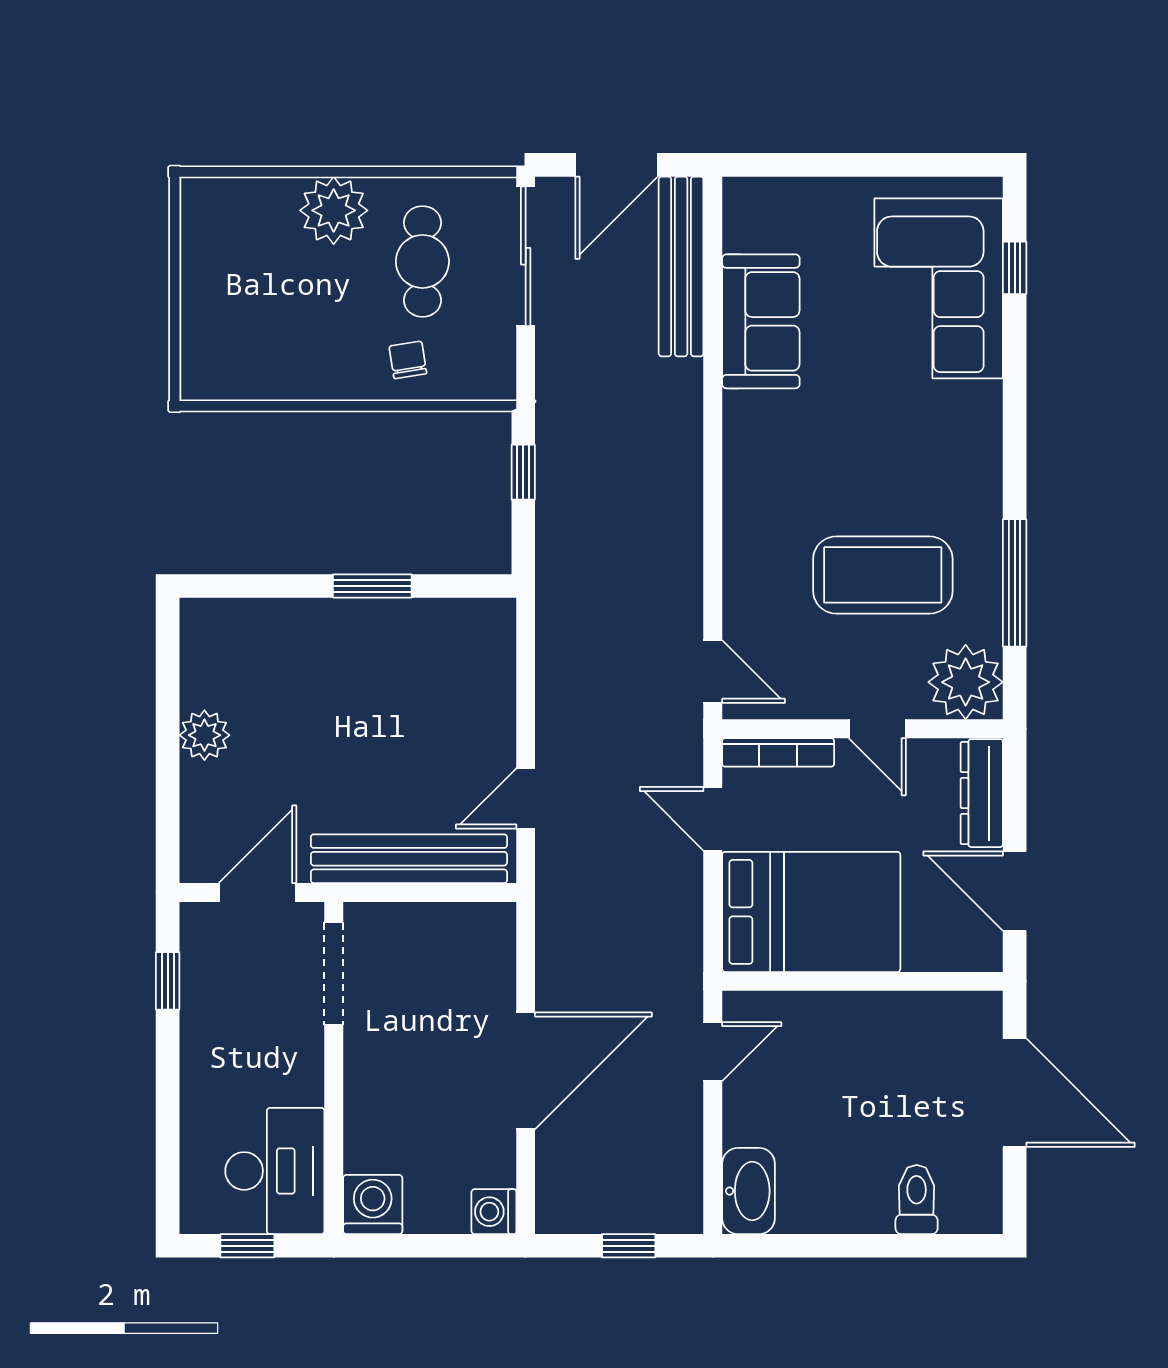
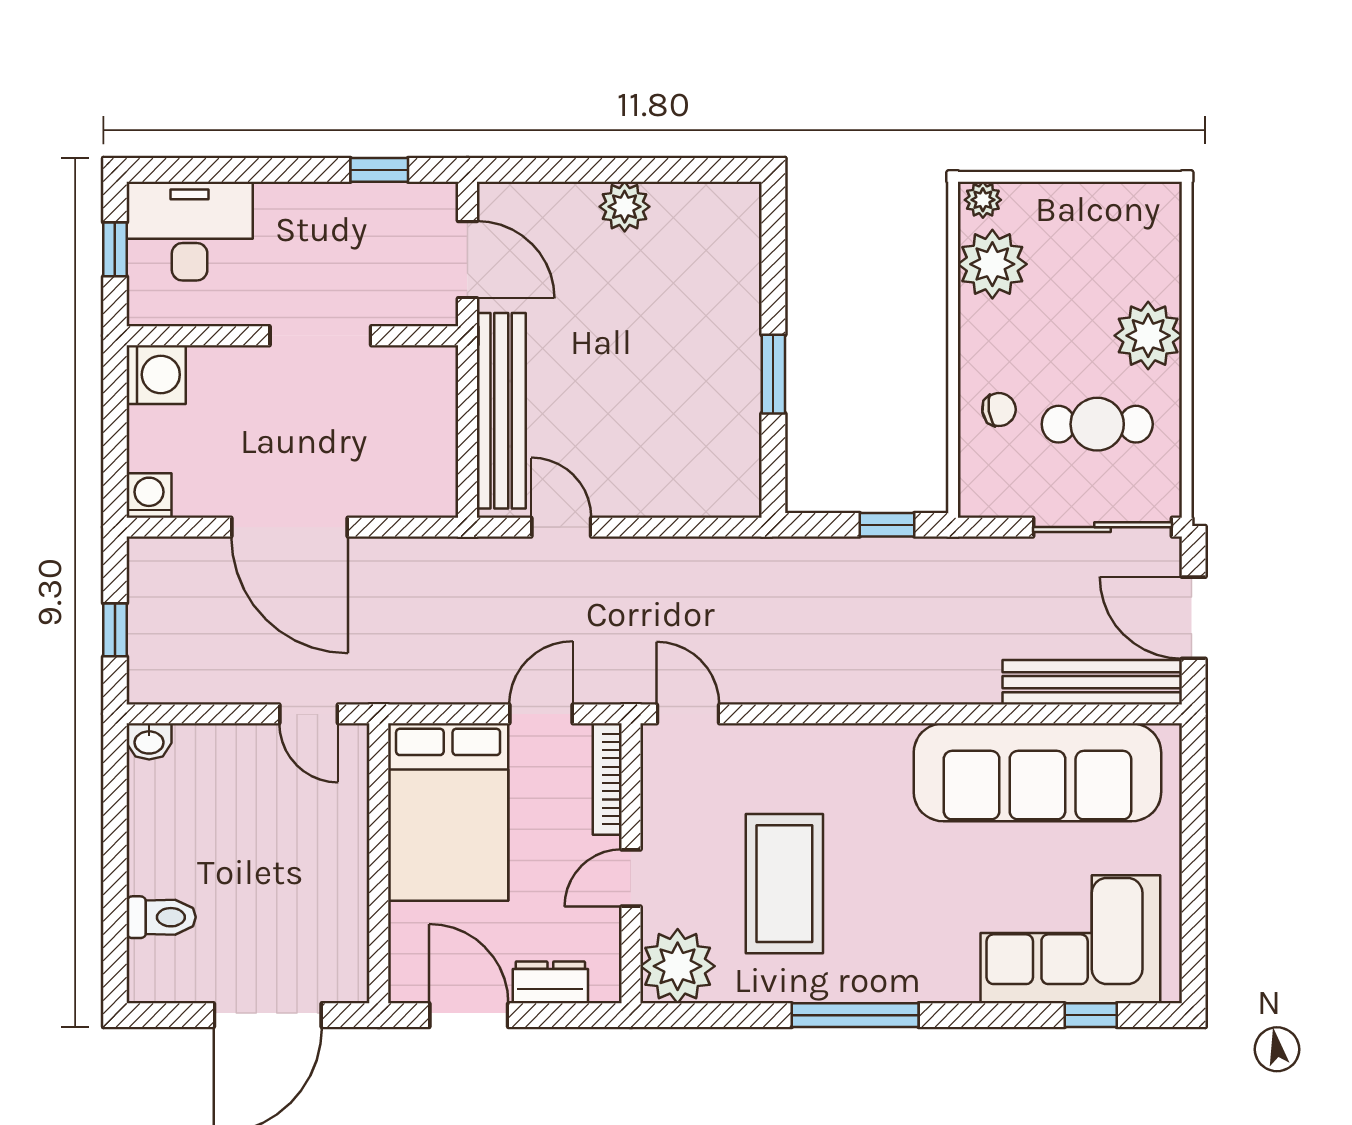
sofa: (761, 321) -> (1037, 772), width x1.85, depth x1.27
plant: (262, 367) -> (992, 264), added
plant: (198, 376) -> (983, 200), added
window: (1015, 583) -> (855, 1015), moved
door: (713, 672) -> (688, 714), swing flipped
dresser: (982, 793) -> (550, 982), width x0.70
door: (1015, 891) -> (469, 1015), hinge flipped
doorway: (334, 974) -> (320, 336), moved
desk: (275, 1171) -> (190, 231), moved, turned 180
washbasin: (748, 1191) -> (149, 741), width x0.52, depth x0.69

